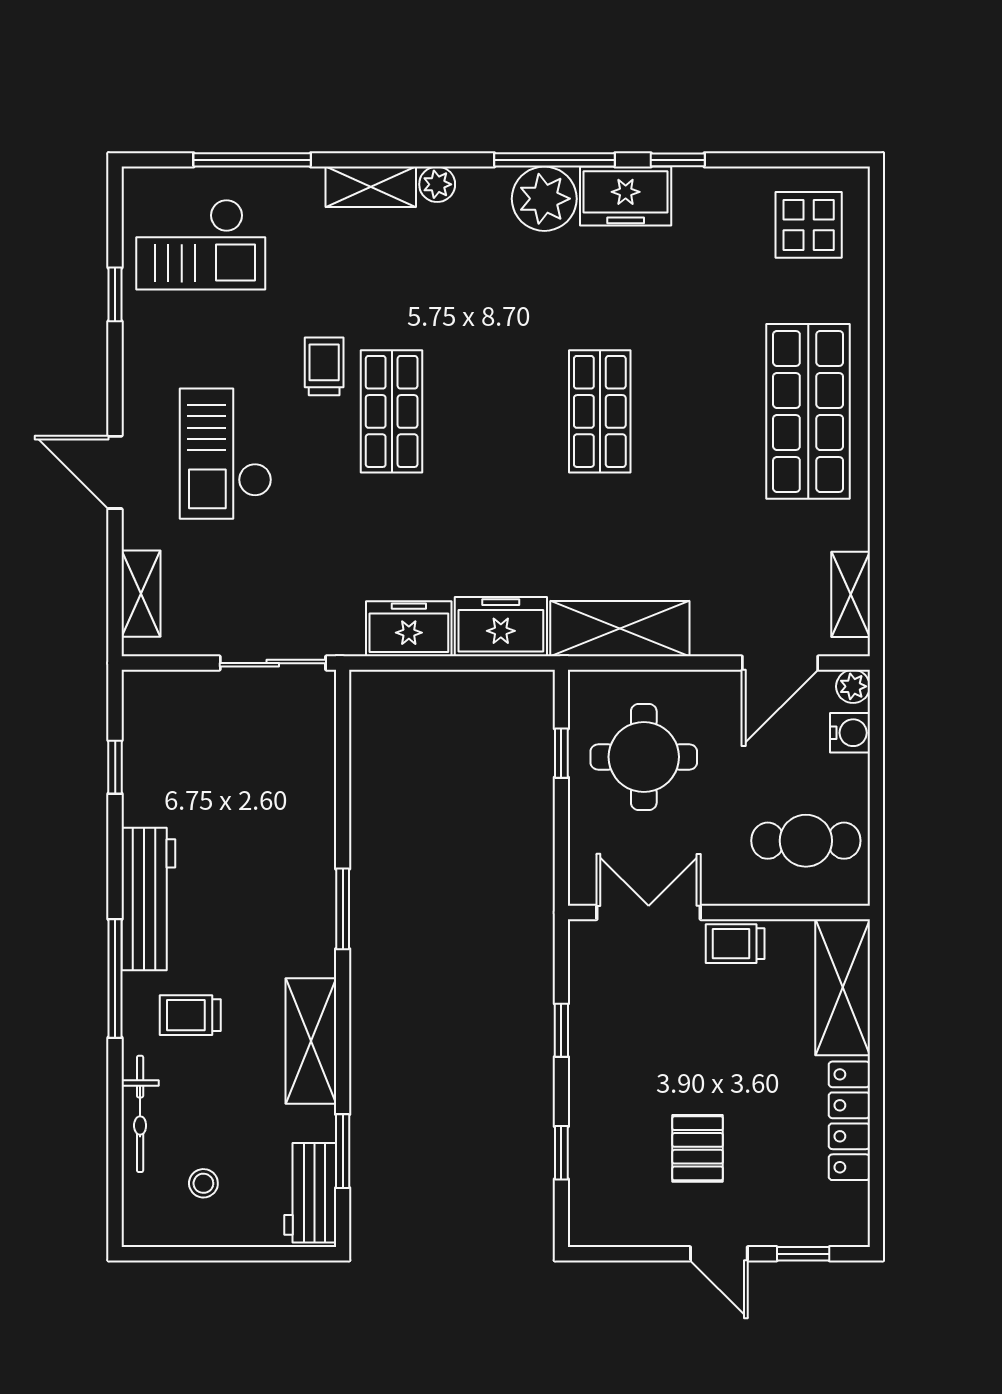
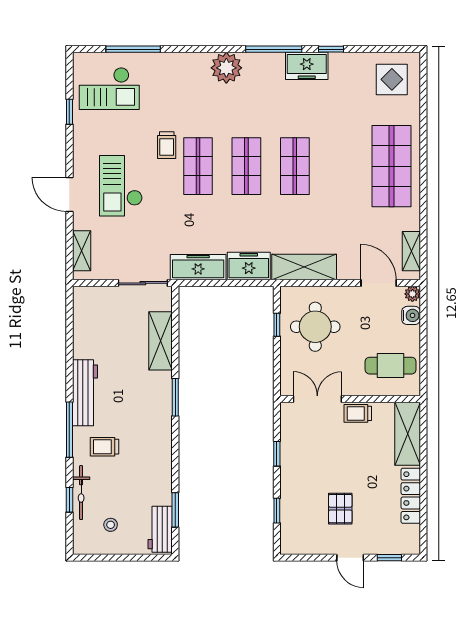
plant: (437, 184) -> (226, 68), width x1.88, depth x1.88
shelving: (371, 187) -> (188, 62), removed
plant: (544, 199) -> (269, 67), removed
trolley: (324, 366) -> (167, 145), turned 180
shop shelf: (496, 411) -> (246, 166), added
freezer: (409, 629) -> (198, 267), width x1.40
door: (780, 663) -> (379, 283), swing flipped
window: (115, 767) -> (69, 500), moved
shelving: (311, 1041) -> (160, 341), moved

